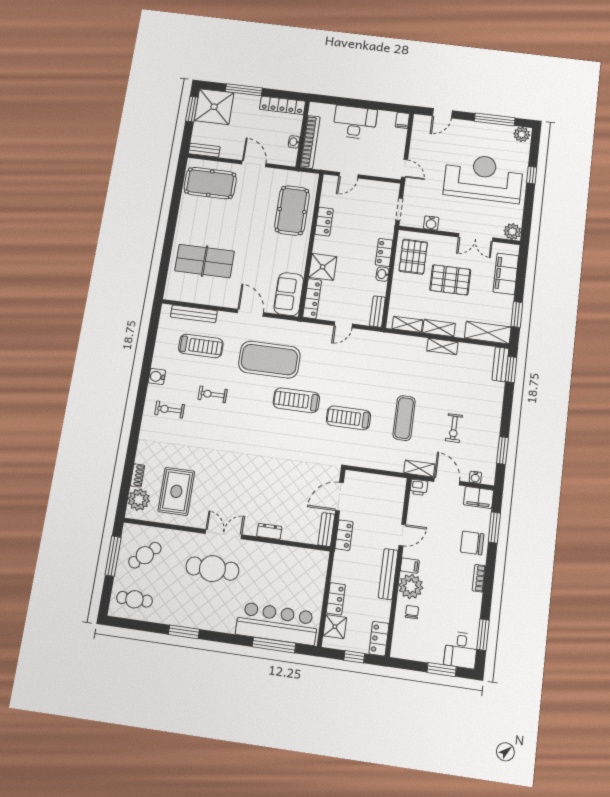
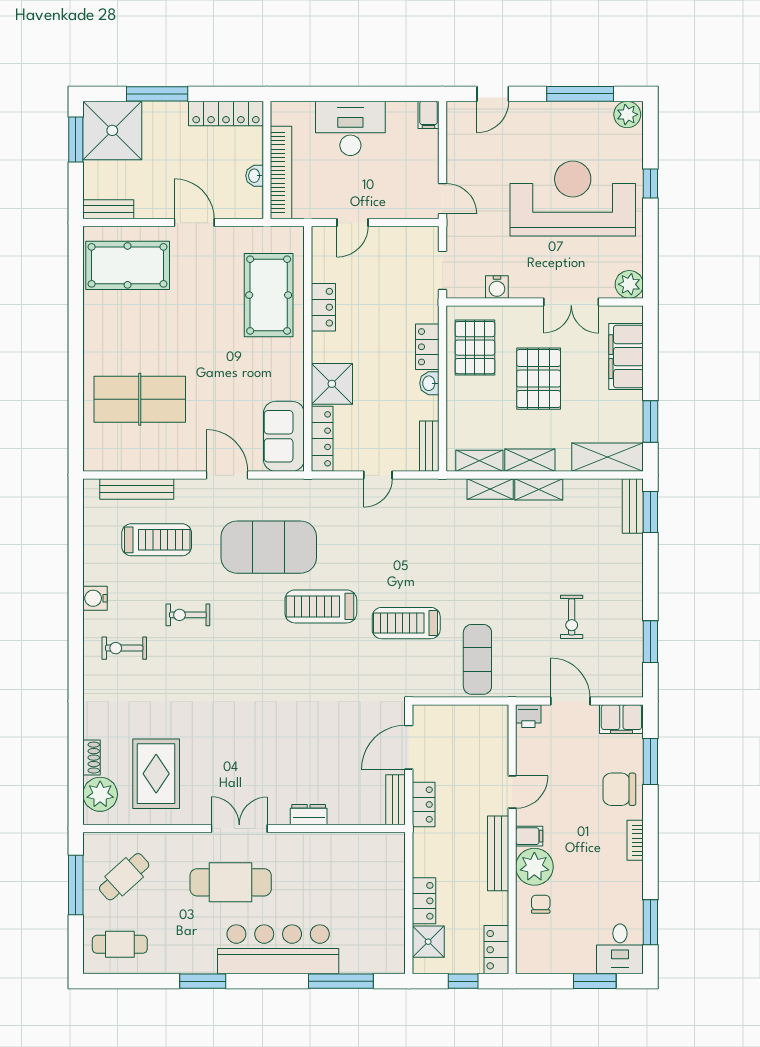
pallet: (450, 280) -> (539, 379), turned 90
exercise mat: (404, 418) -> (477, 659), moved
shelving: (419, 469) -> (490, 489), moved
water cooler: (475, 477) -> (613, 689), removed
bar counter: (277, 623) -> (278, 949), moved

